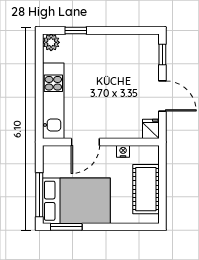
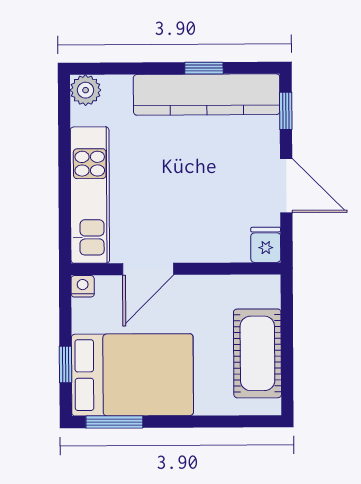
window: (76, 30) -> (204, 68), moved
kitchen counter: (118, 45) -> (207, 95), added
nightstand: (123, 151) -> (83, 286), moved
window: (39, 195) -> (66, 364), width x0.46

